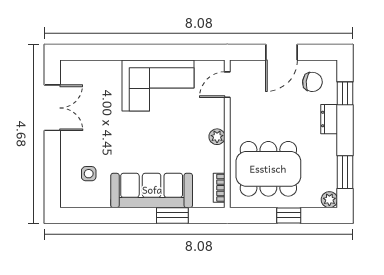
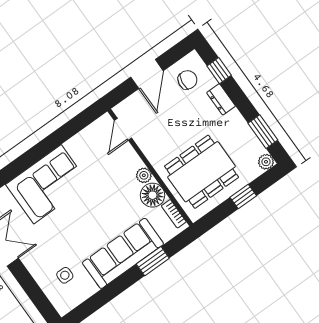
corner sofa: (158, 85) -> (47, 184), moved
floor lamp: (212, 159) -> (153, 195), added

